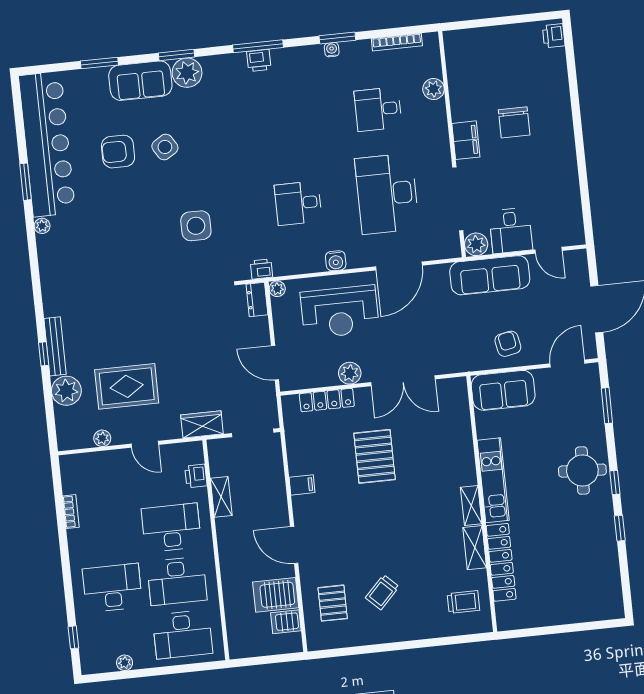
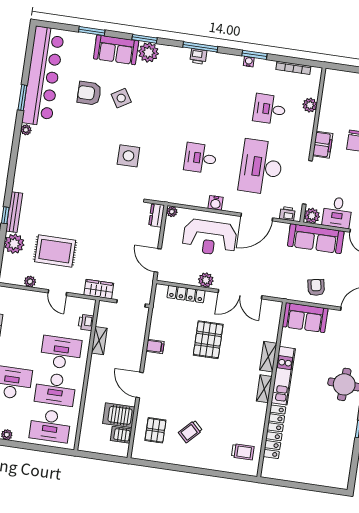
printer: (262, 269) -> (287, 214), moved
shelving: (475, 548) -> (268, 357), moved

